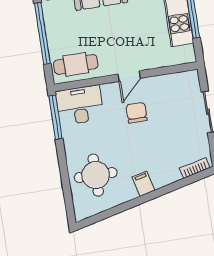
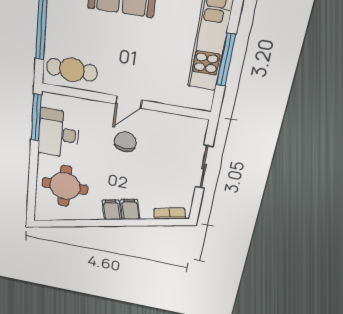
desk: (80, 105) -> (59, 134), moved, turned -90
filing cabinet: (160, 177) -> (130, 209), added

